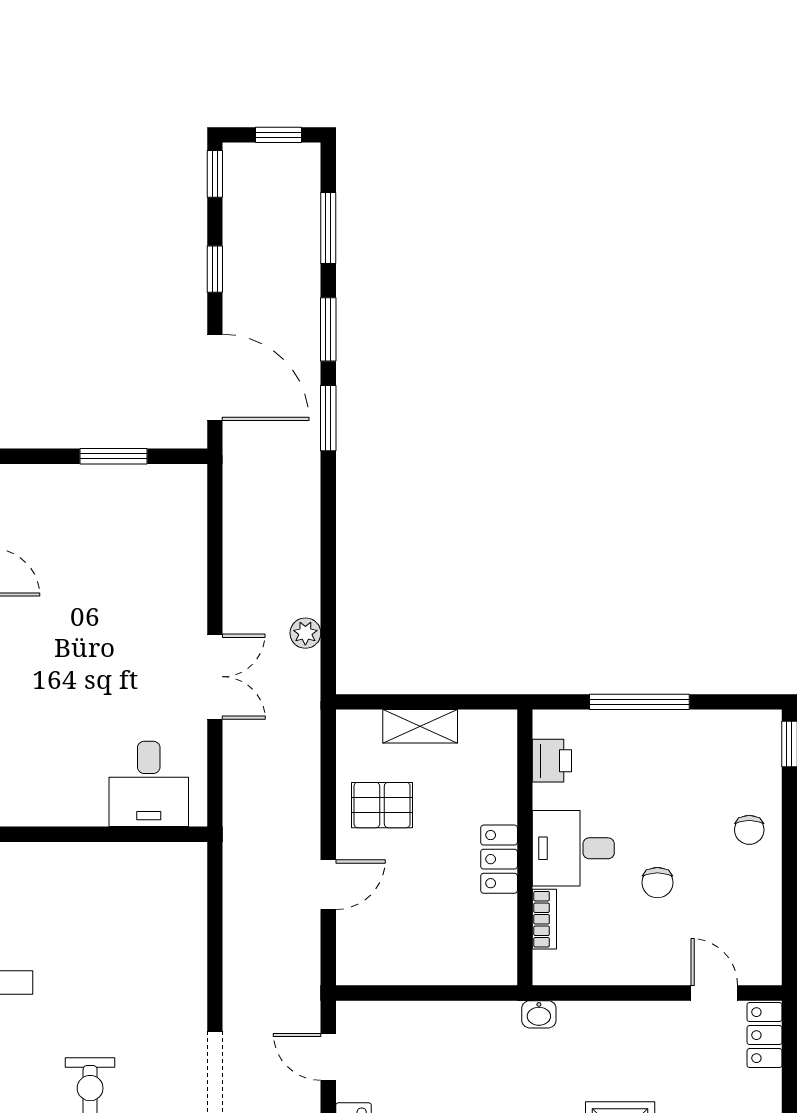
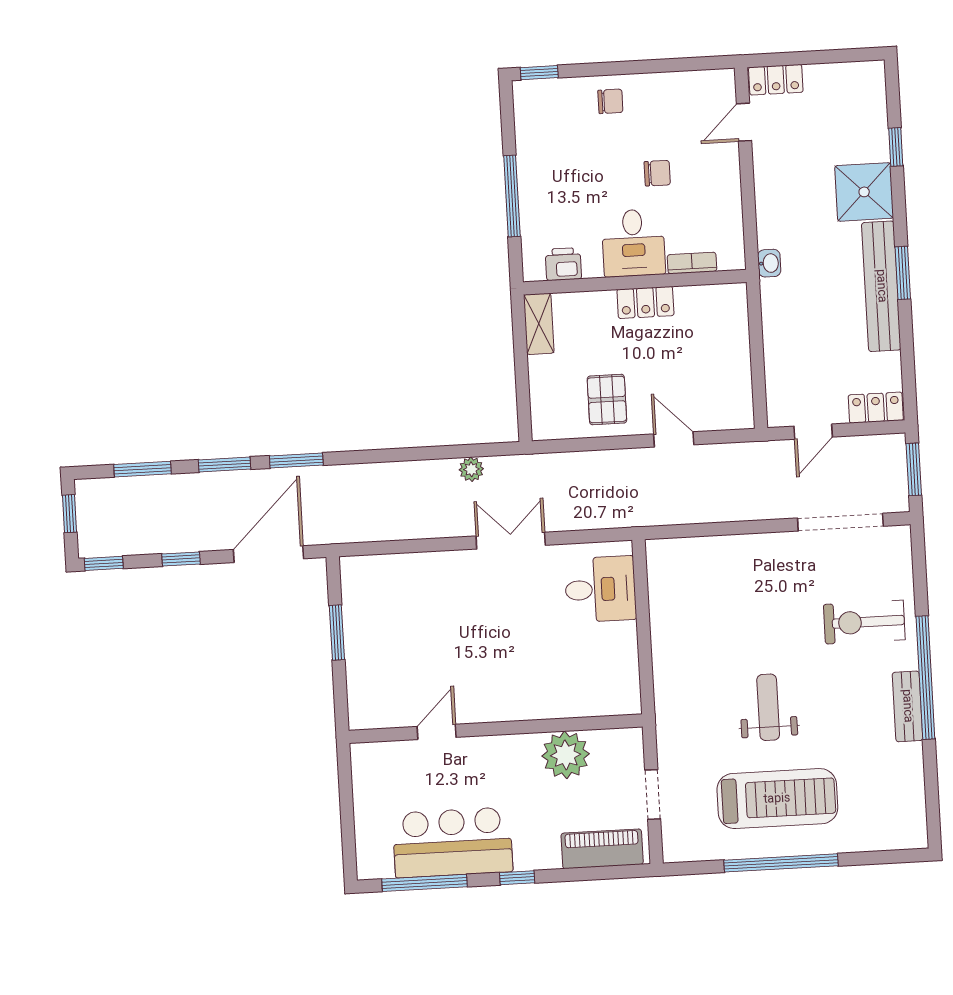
shelving: (420, 726) -> (539, 324), moved

